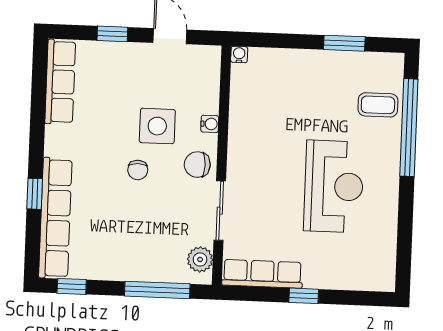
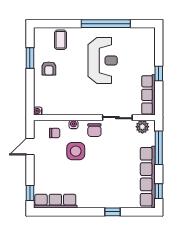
window: (112, 34) -> (30, 193), moved
armchair: (322, 80) -> (49, 68), added
window: (409, 128) -> (106, 24), moved
chair: (138, 170) -> (55, 133), moved
reception desk: (334, 186) -> (103, 60), turned 90
row of seats: (55, 218) -> (148, 177), moved, turned -90

